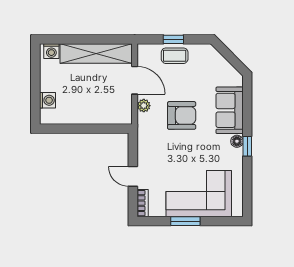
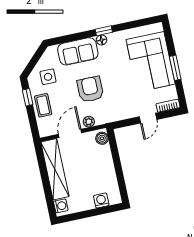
window: (173, 39) -> (28, 97), moved
side table: (207, 69) -> (48, 77), added
boiler: (121, 117) -> (102, 138), added

